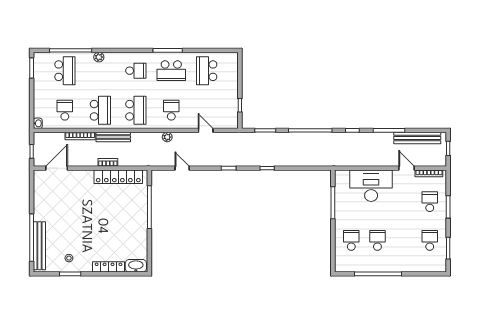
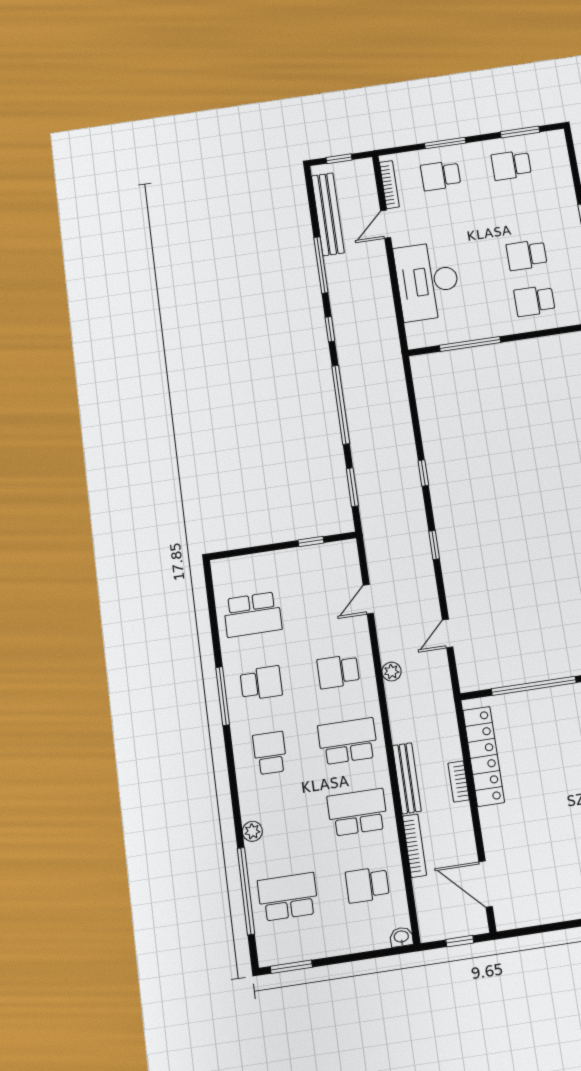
school desk: (171, 71) -> (261, 683), width x0.54

